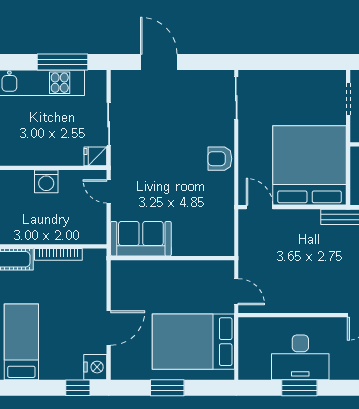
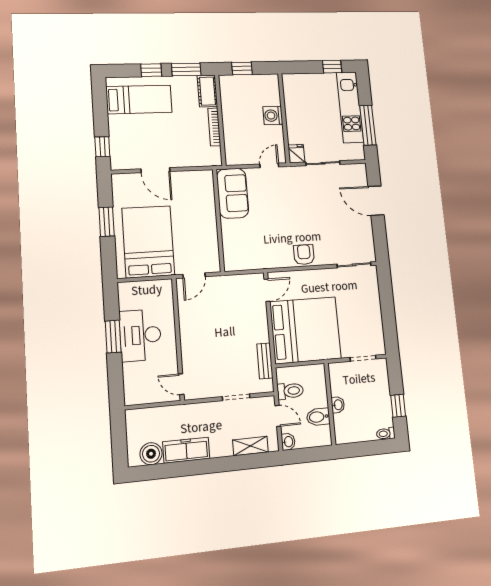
door: (159, 62) -> (376, 201), swing flipped
nightstand: (95, 367) -> (121, 160), removed

